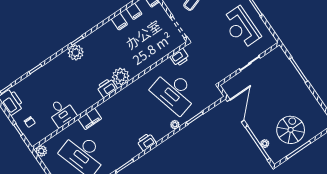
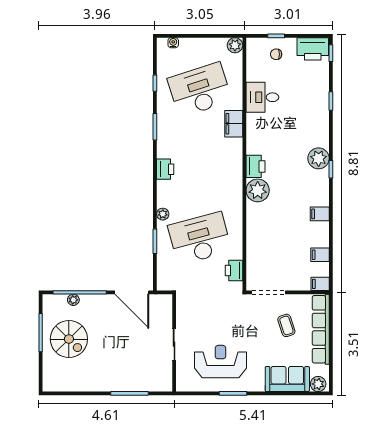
filing cabinet: (119, 22) -> (320, 214), moved

